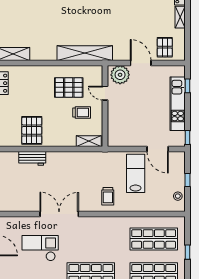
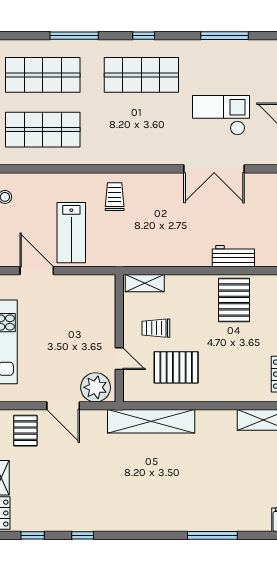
double door: (59, 214) -> (214, 169), moved
checkout: (40, 248) -> (221, 115), turned 180

